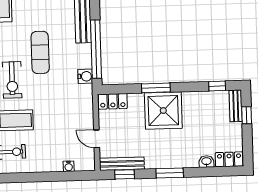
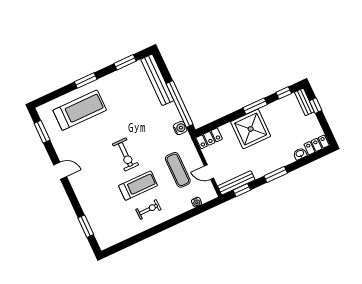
exercise mat: (40, 52) -> (178, 170), moved
window: (156, 88) -> (255, 106), moved

